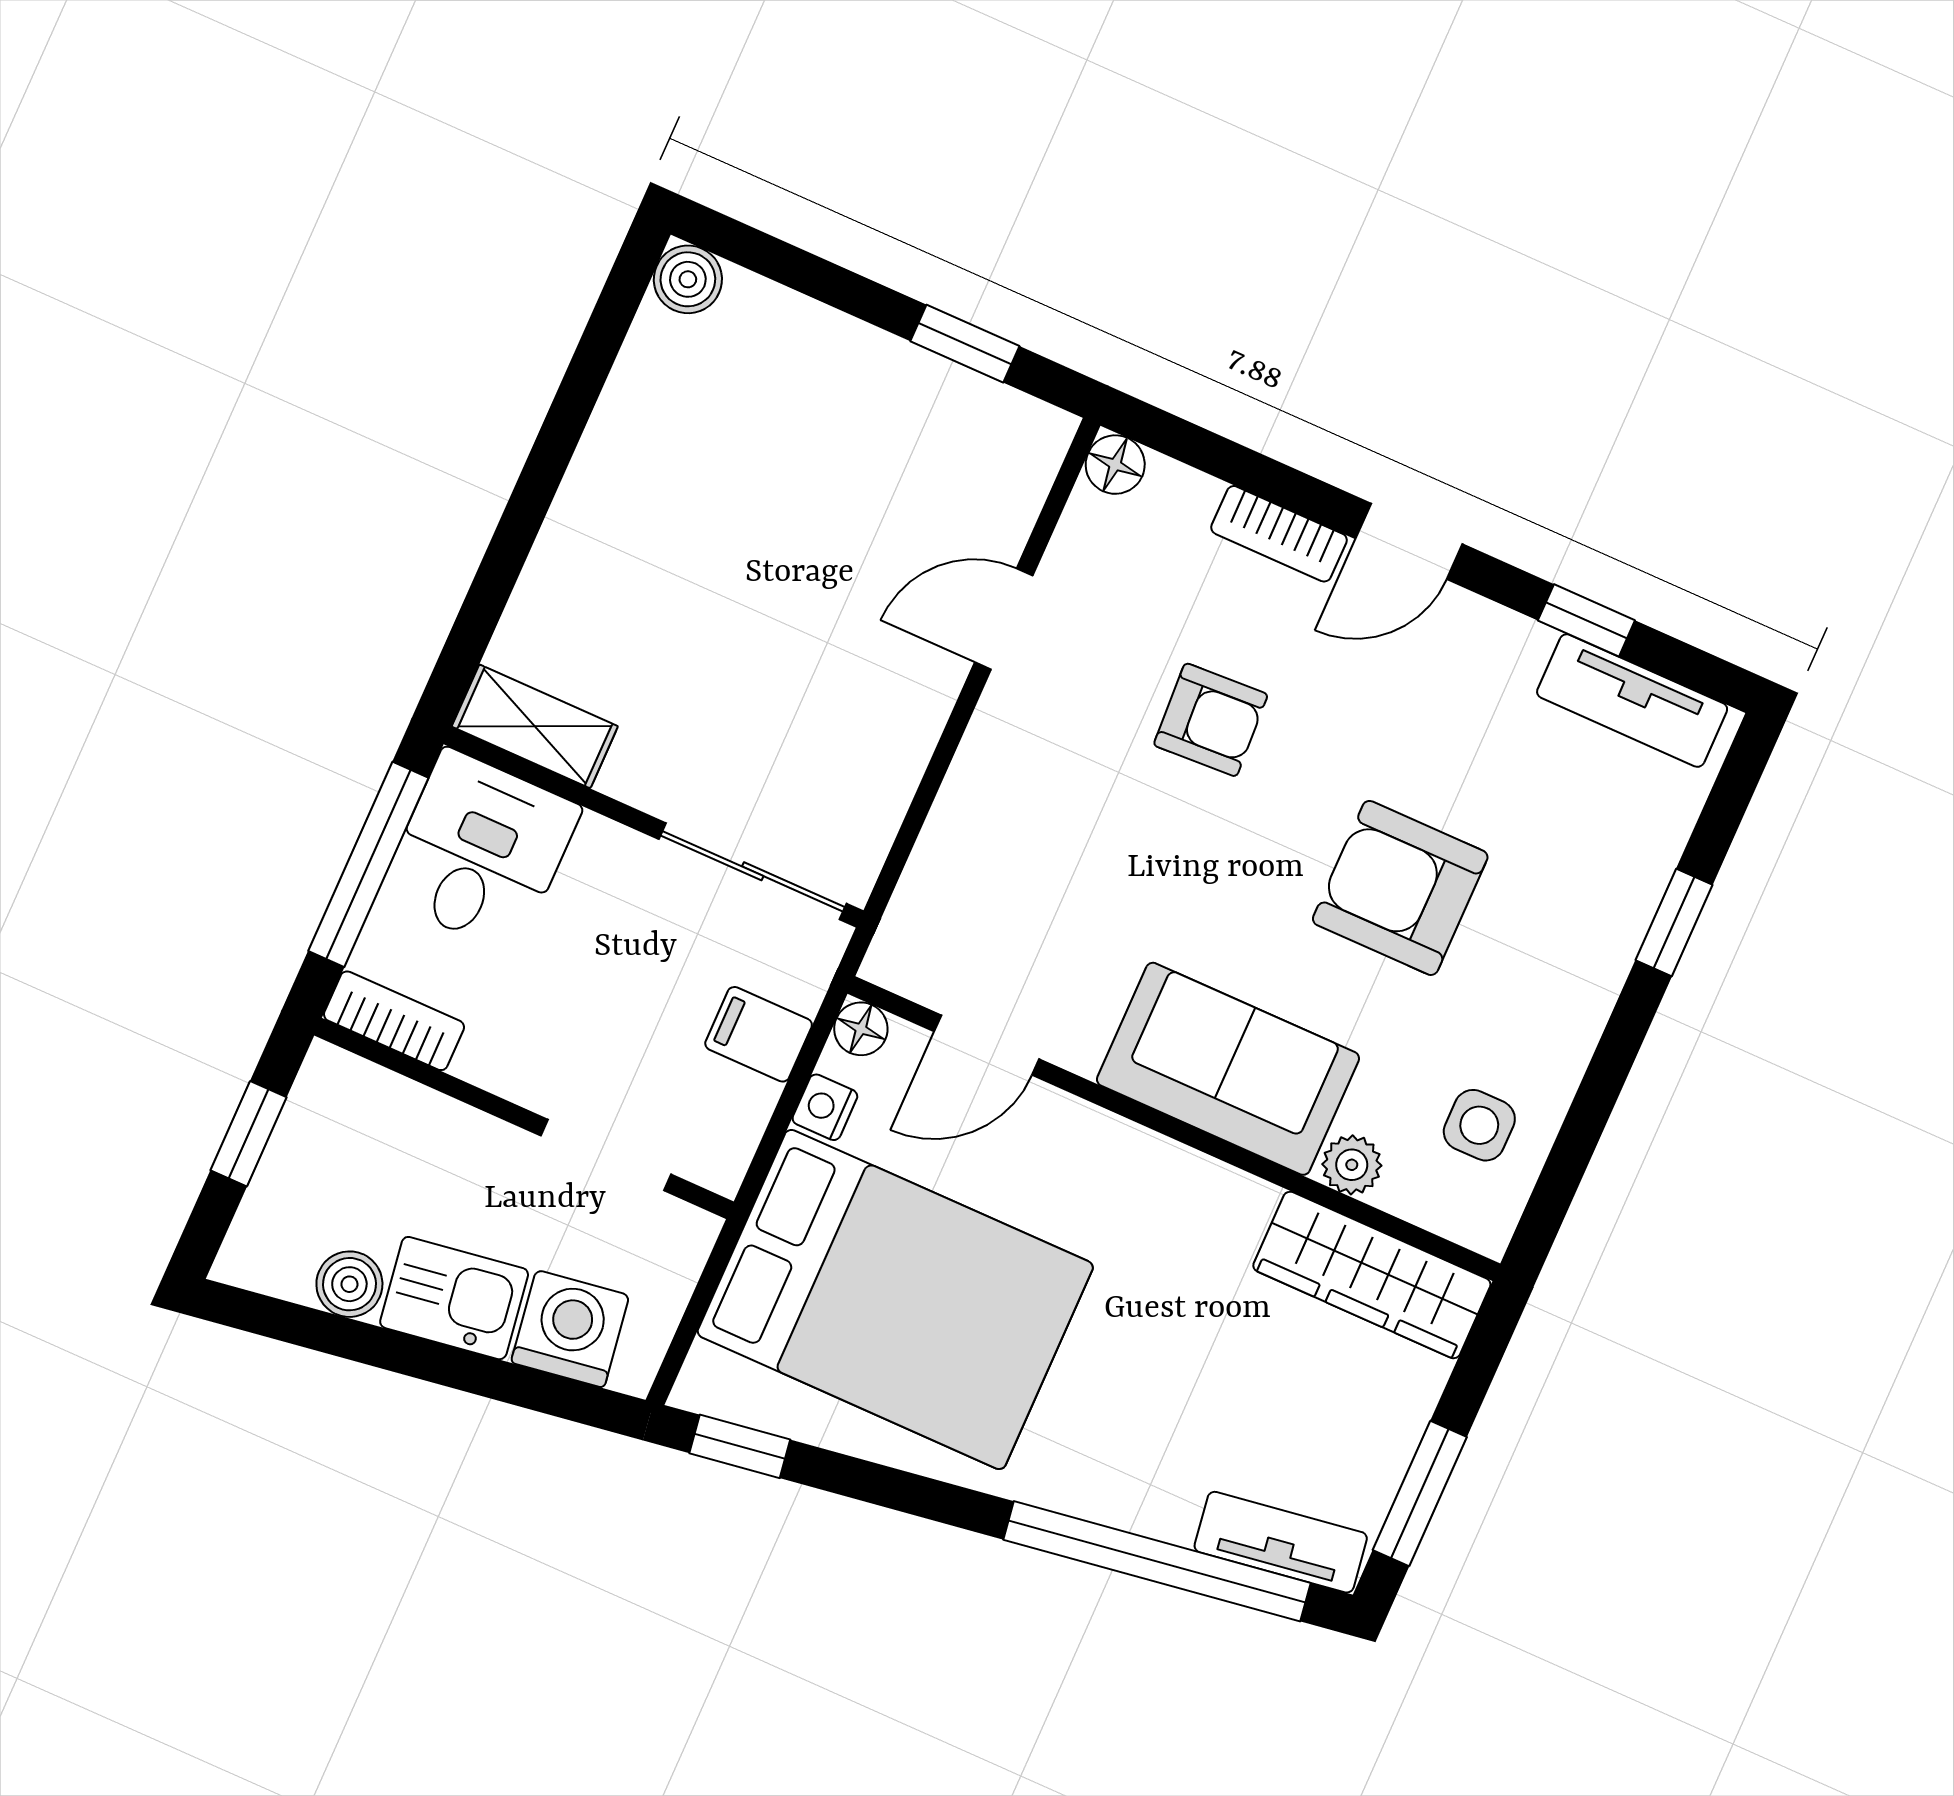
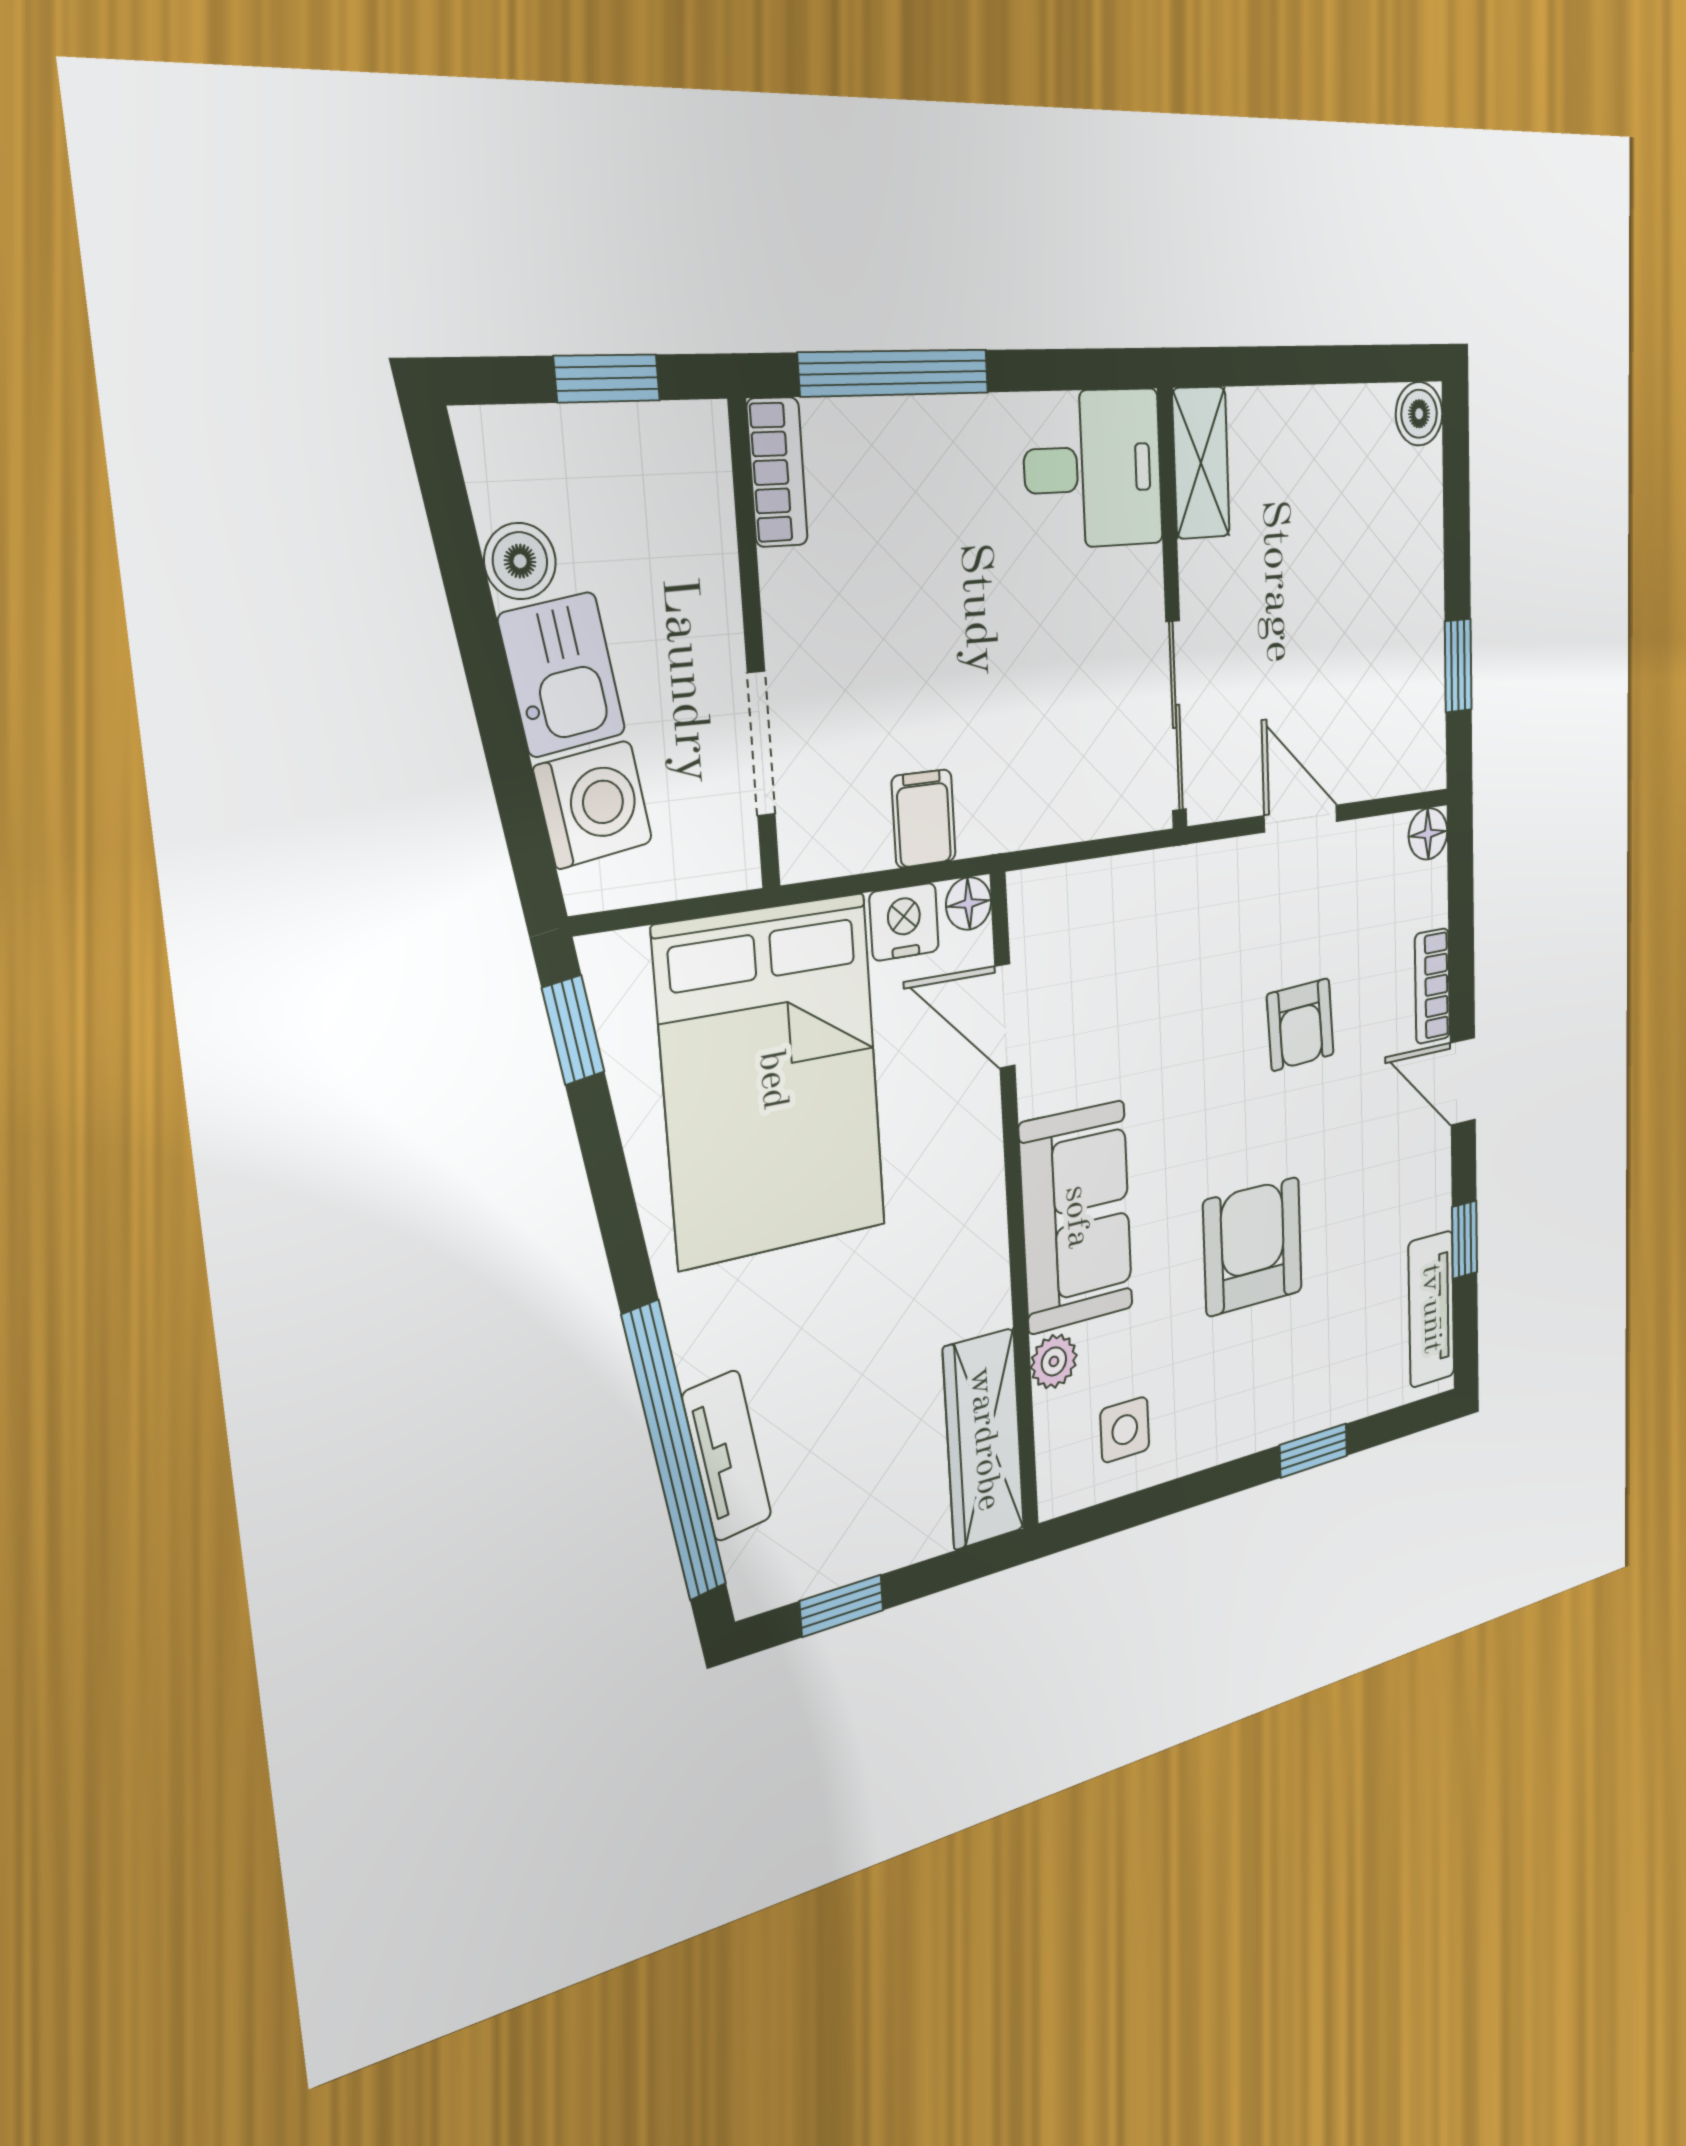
shelving: (535, 726) -> (1201, 463), moved
wall: (654, 827) -> (1172, 612), moved
desk: (480, 851) -> (1093, 469), moved
sliding door: (753, 871) -> (1176, 716), moved
nightstand: (825, 1107) -> (904, 922), width x1.39, depth x1.35
window: (1420, 1494) -> (842, 1606), width x0.67
tv unit: (1281, 1542) -> (727, 1456), moved

